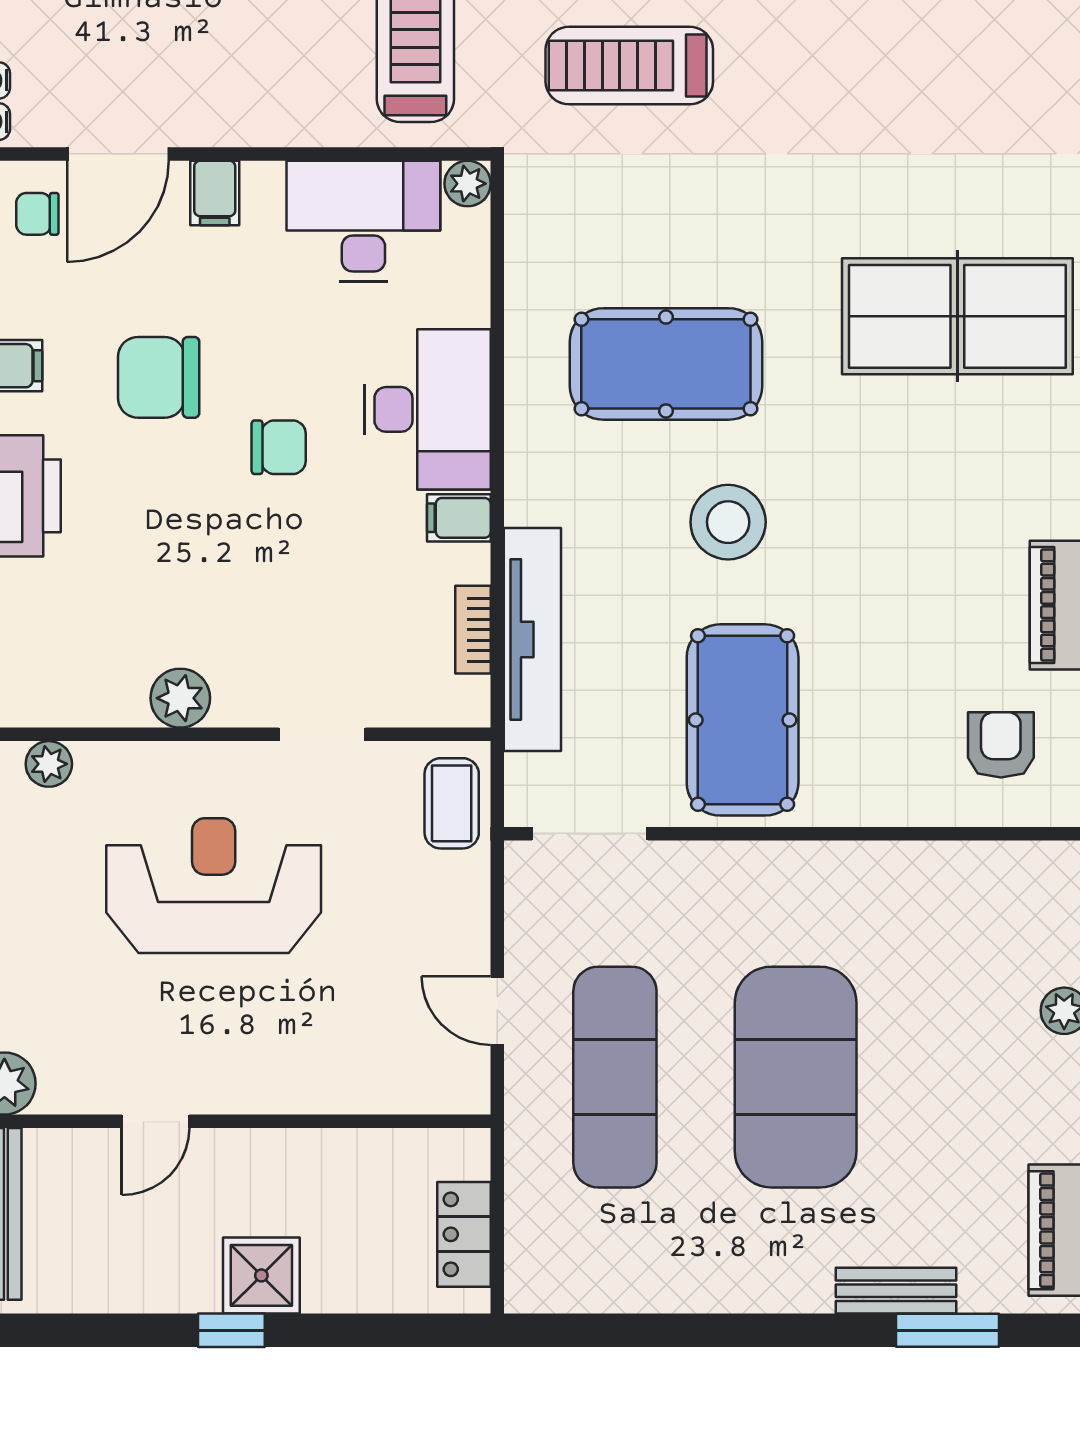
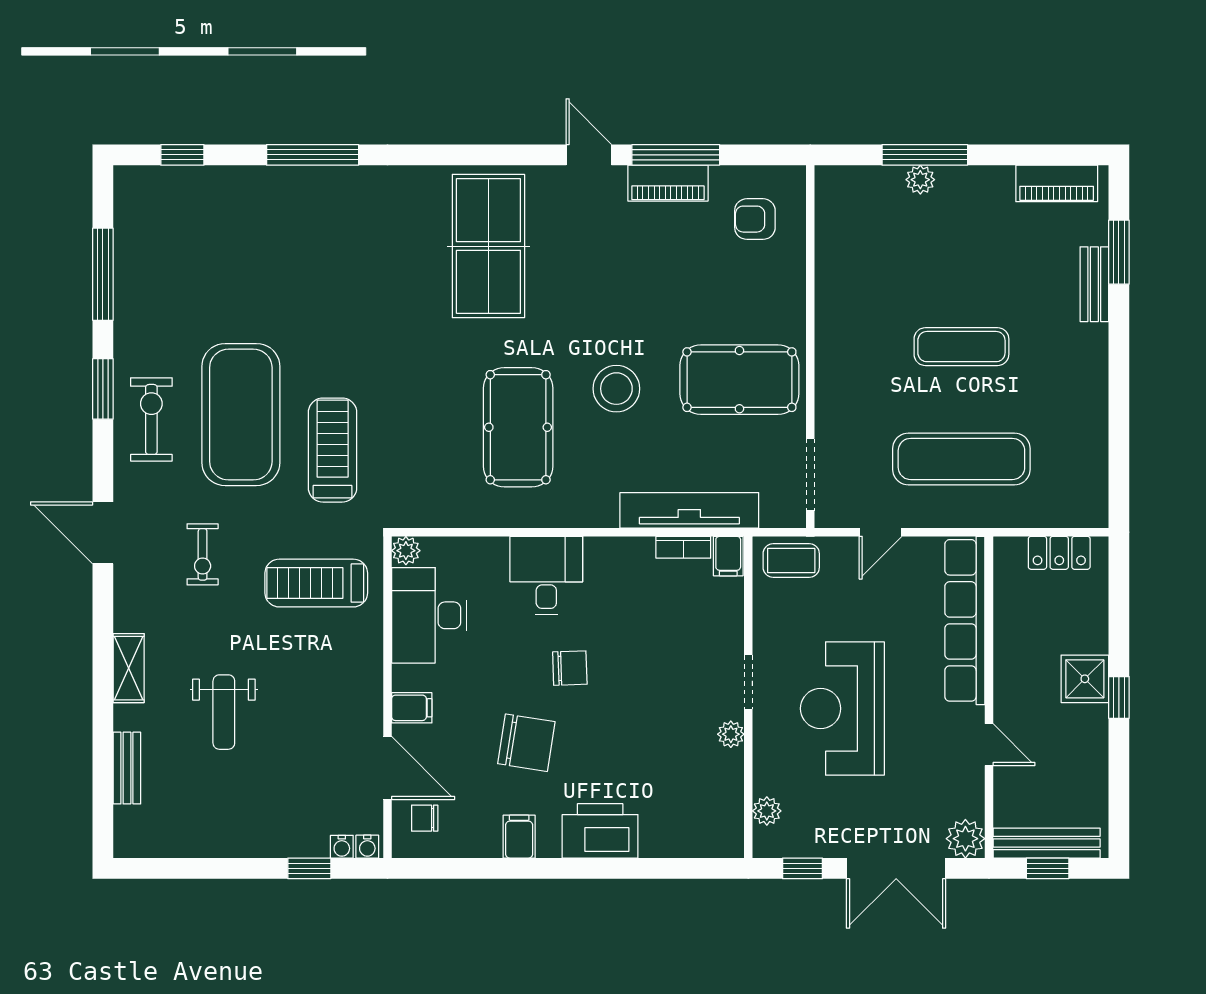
treadmill: (629, 66) -> (333, 450), turned 180
chair: (37, 214) -> (425, 818), turned 90
chair: (159, 377) -> (526, 743), turned -81
desk: (427, 409) -> (546, 576), width x0.73
chair: (279, 447) -> (570, 668), turned 88
filing cabinet: (459, 518) -> (728, 556), moved
plant: (180, 698) -> (731, 734), width x0.73, depth x0.73
doorway: (322, 734) -> (748, 682), moved
door: (497, 1011) -> (881, 532), moved
exercise mat: (796, 1077) -> (961, 347), width x0.50, depth x0.69
row of seats: (355, 1083) -> (965, 620), added

